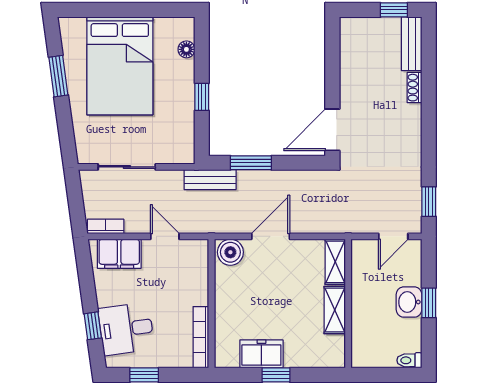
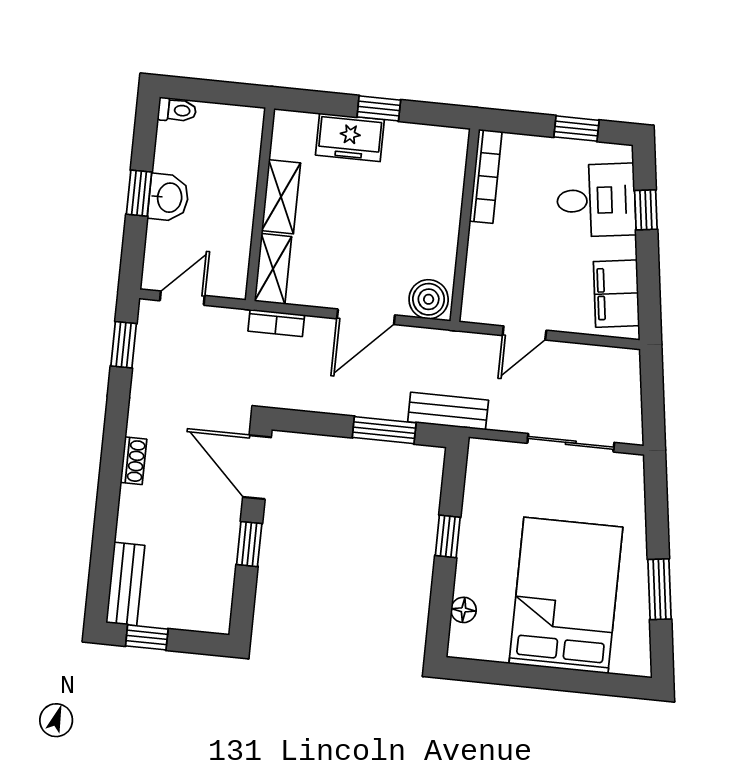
window: (332, 78) -> (249, 544), added
shoe rack: (414, 88) -> (133, 461), moved
door: (332, 130) -> (257, 467), swing flipped
bookcase: (106, 226) -> (276, 323), moved
door: (165, 236) -> (524, 333), hinge flipped
filing cabinet: (119, 254) -> (616, 294), moved, turned -98
freezer: (261, 354) -> (350, 137), moved

